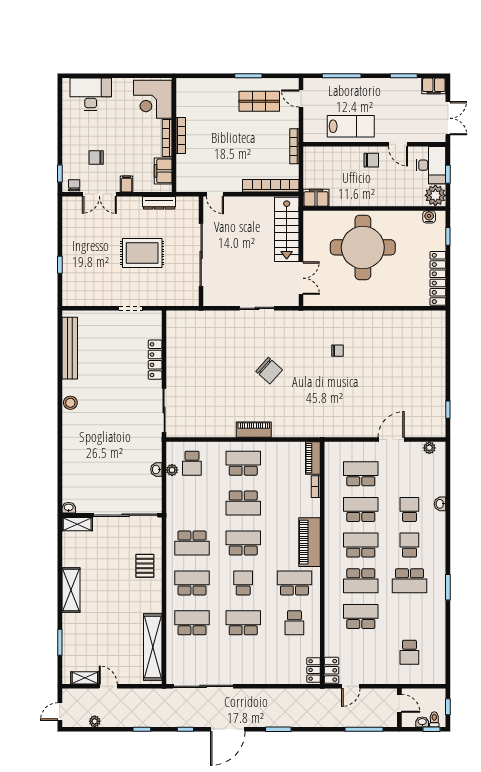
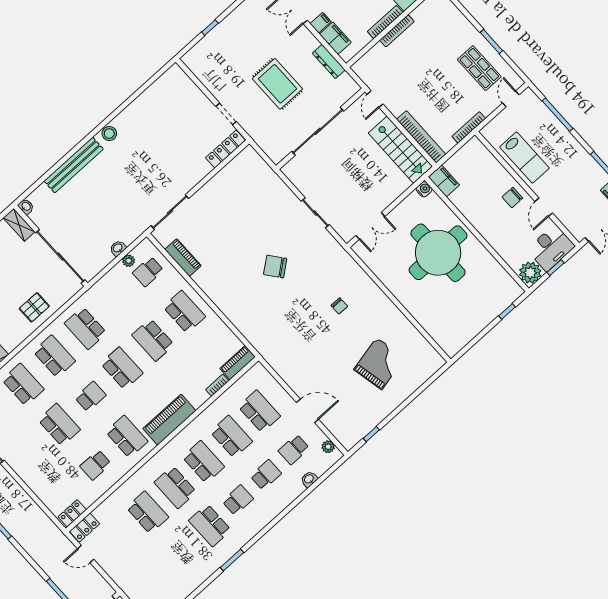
chair: (371, 160) -> (512, 198), turned 90
filing cabinet: (163, 171) -> (335, 38), moved, turned 90
water cooler: (429, 217) -> (424, 189), moved
stairs: (287, 229) -> (400, 150), moved, turned -90
locker: (438, 278) -> (467, 333), removed
bench: (70, 348) -> (74, 165), moved
grand piano: (403, 359) -> (379, 364), added
locker: (155, 360) -> (226, 149), moved
chair: (269, 371) -> (275, 266), turned 100
piano: (254, 430) -> (183, 258), moved
washbasin: (440, 504) -> (309, 479), moved
school desk: (409, 652) -> (294, 449), moved

